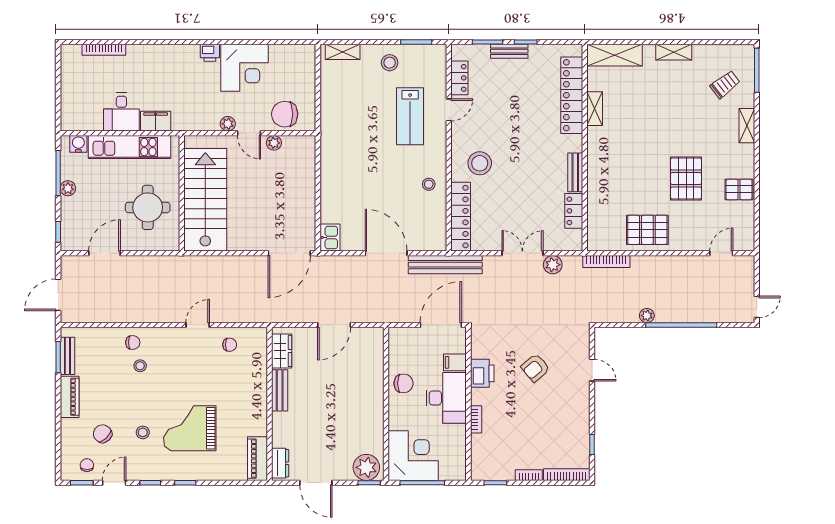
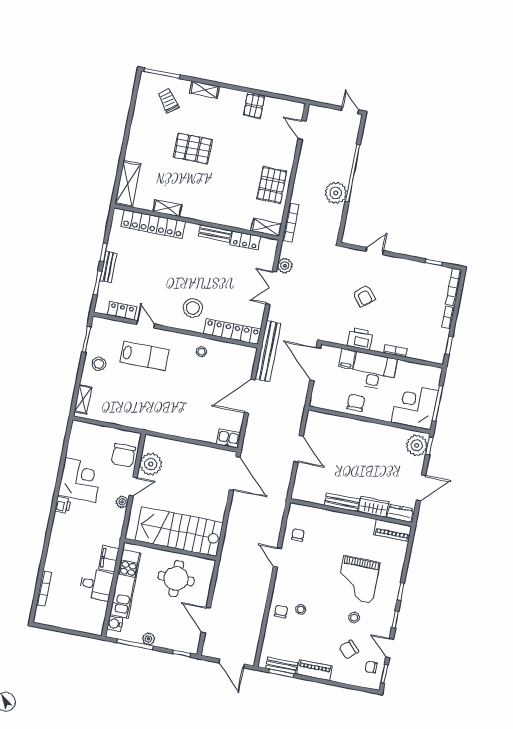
shelving: (674, 52) -> (266, 227), moved, turned 90
plant: (274, 143) -> (151, 464), width x1.88, depth x1.88
pallet: (686, 179) -> (193, 148), moved
plant: (647, 316) -> (336, 193), width x1.88, depth x1.88
wardrobe: (282, 351) -> (374, 507), moved

